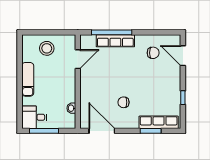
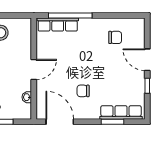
row of seats: (115, 41) -> (58, 25), moved
door: (183, 56) -> (147, 60), moved
door: (78, 59) -> (34, 69), moved

